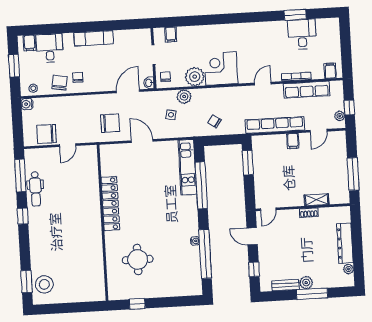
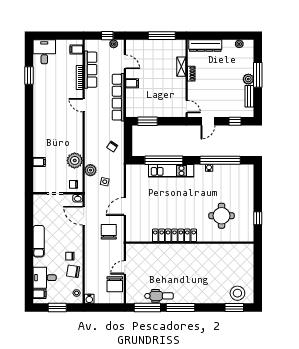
filing cabinet: (171, 34) -> (39, 162), moved
desk: (302, 34) -> (44, 52), moved, turned 90
corner desk: (221, 69) -> (69, 139), removed
door: (68, 145) -> (125, 267), swing flipped
kitchen unit: (187, 167) -> (171, 171), moved
window: (23, 216) -> (181, 308), width x2.17
dresser: (345, 243) -> (205, 46), moved

